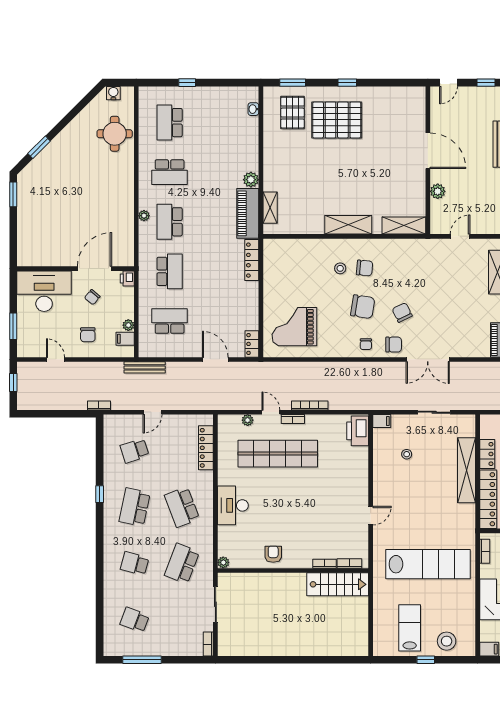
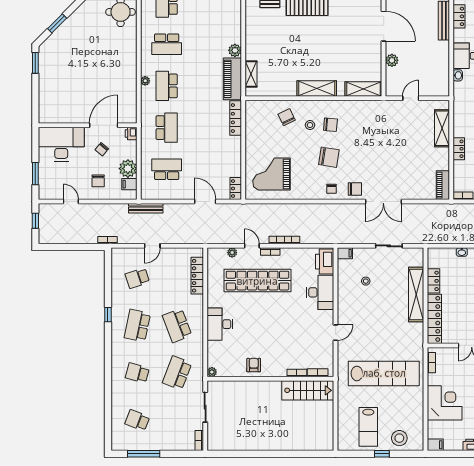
chair: (402, 312) -> (287, 117), moved
plant: (128, 325) -> (128, 169), width x1.88, depth x1.88
desk: (352, 468) -> (320, 292), added
lab bench: (410, 628) -> (368, 427), turned 180

